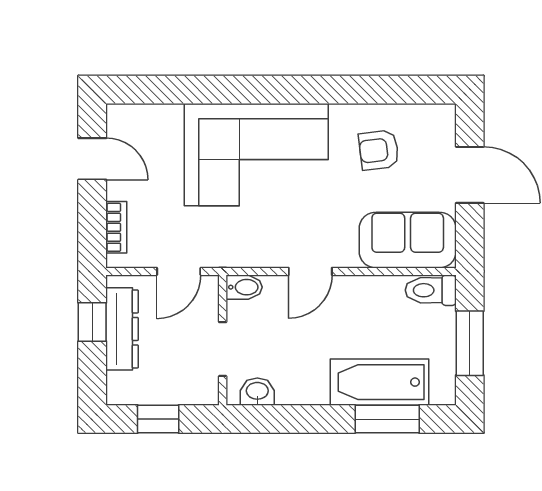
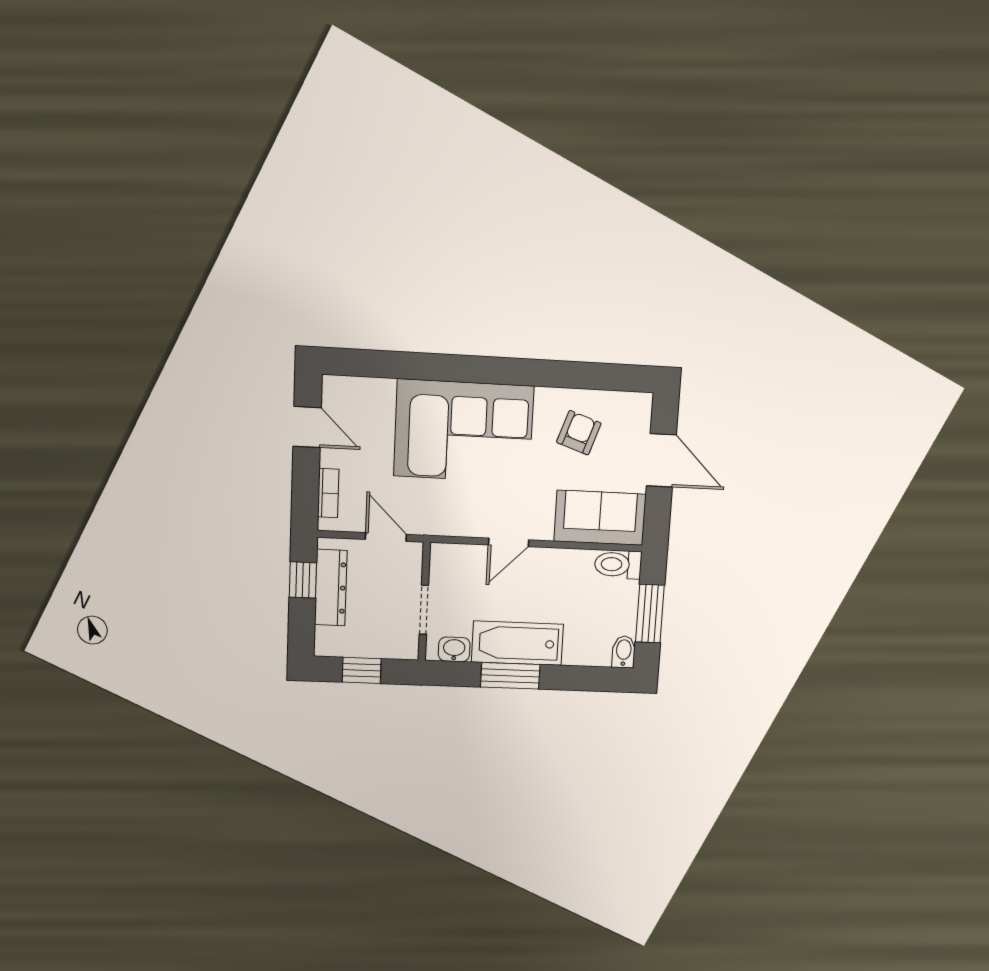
armchair: (379, 150) -> (579, 433), turned 116
door: (179, 271) -> (386, 537), swing flipped
bidet: (244, 287) -> (624, 652), moved, turned -90
bathtub: (380, 382) -> (517, 643), moved
window: (387, 419) -> (510, 676), moved

